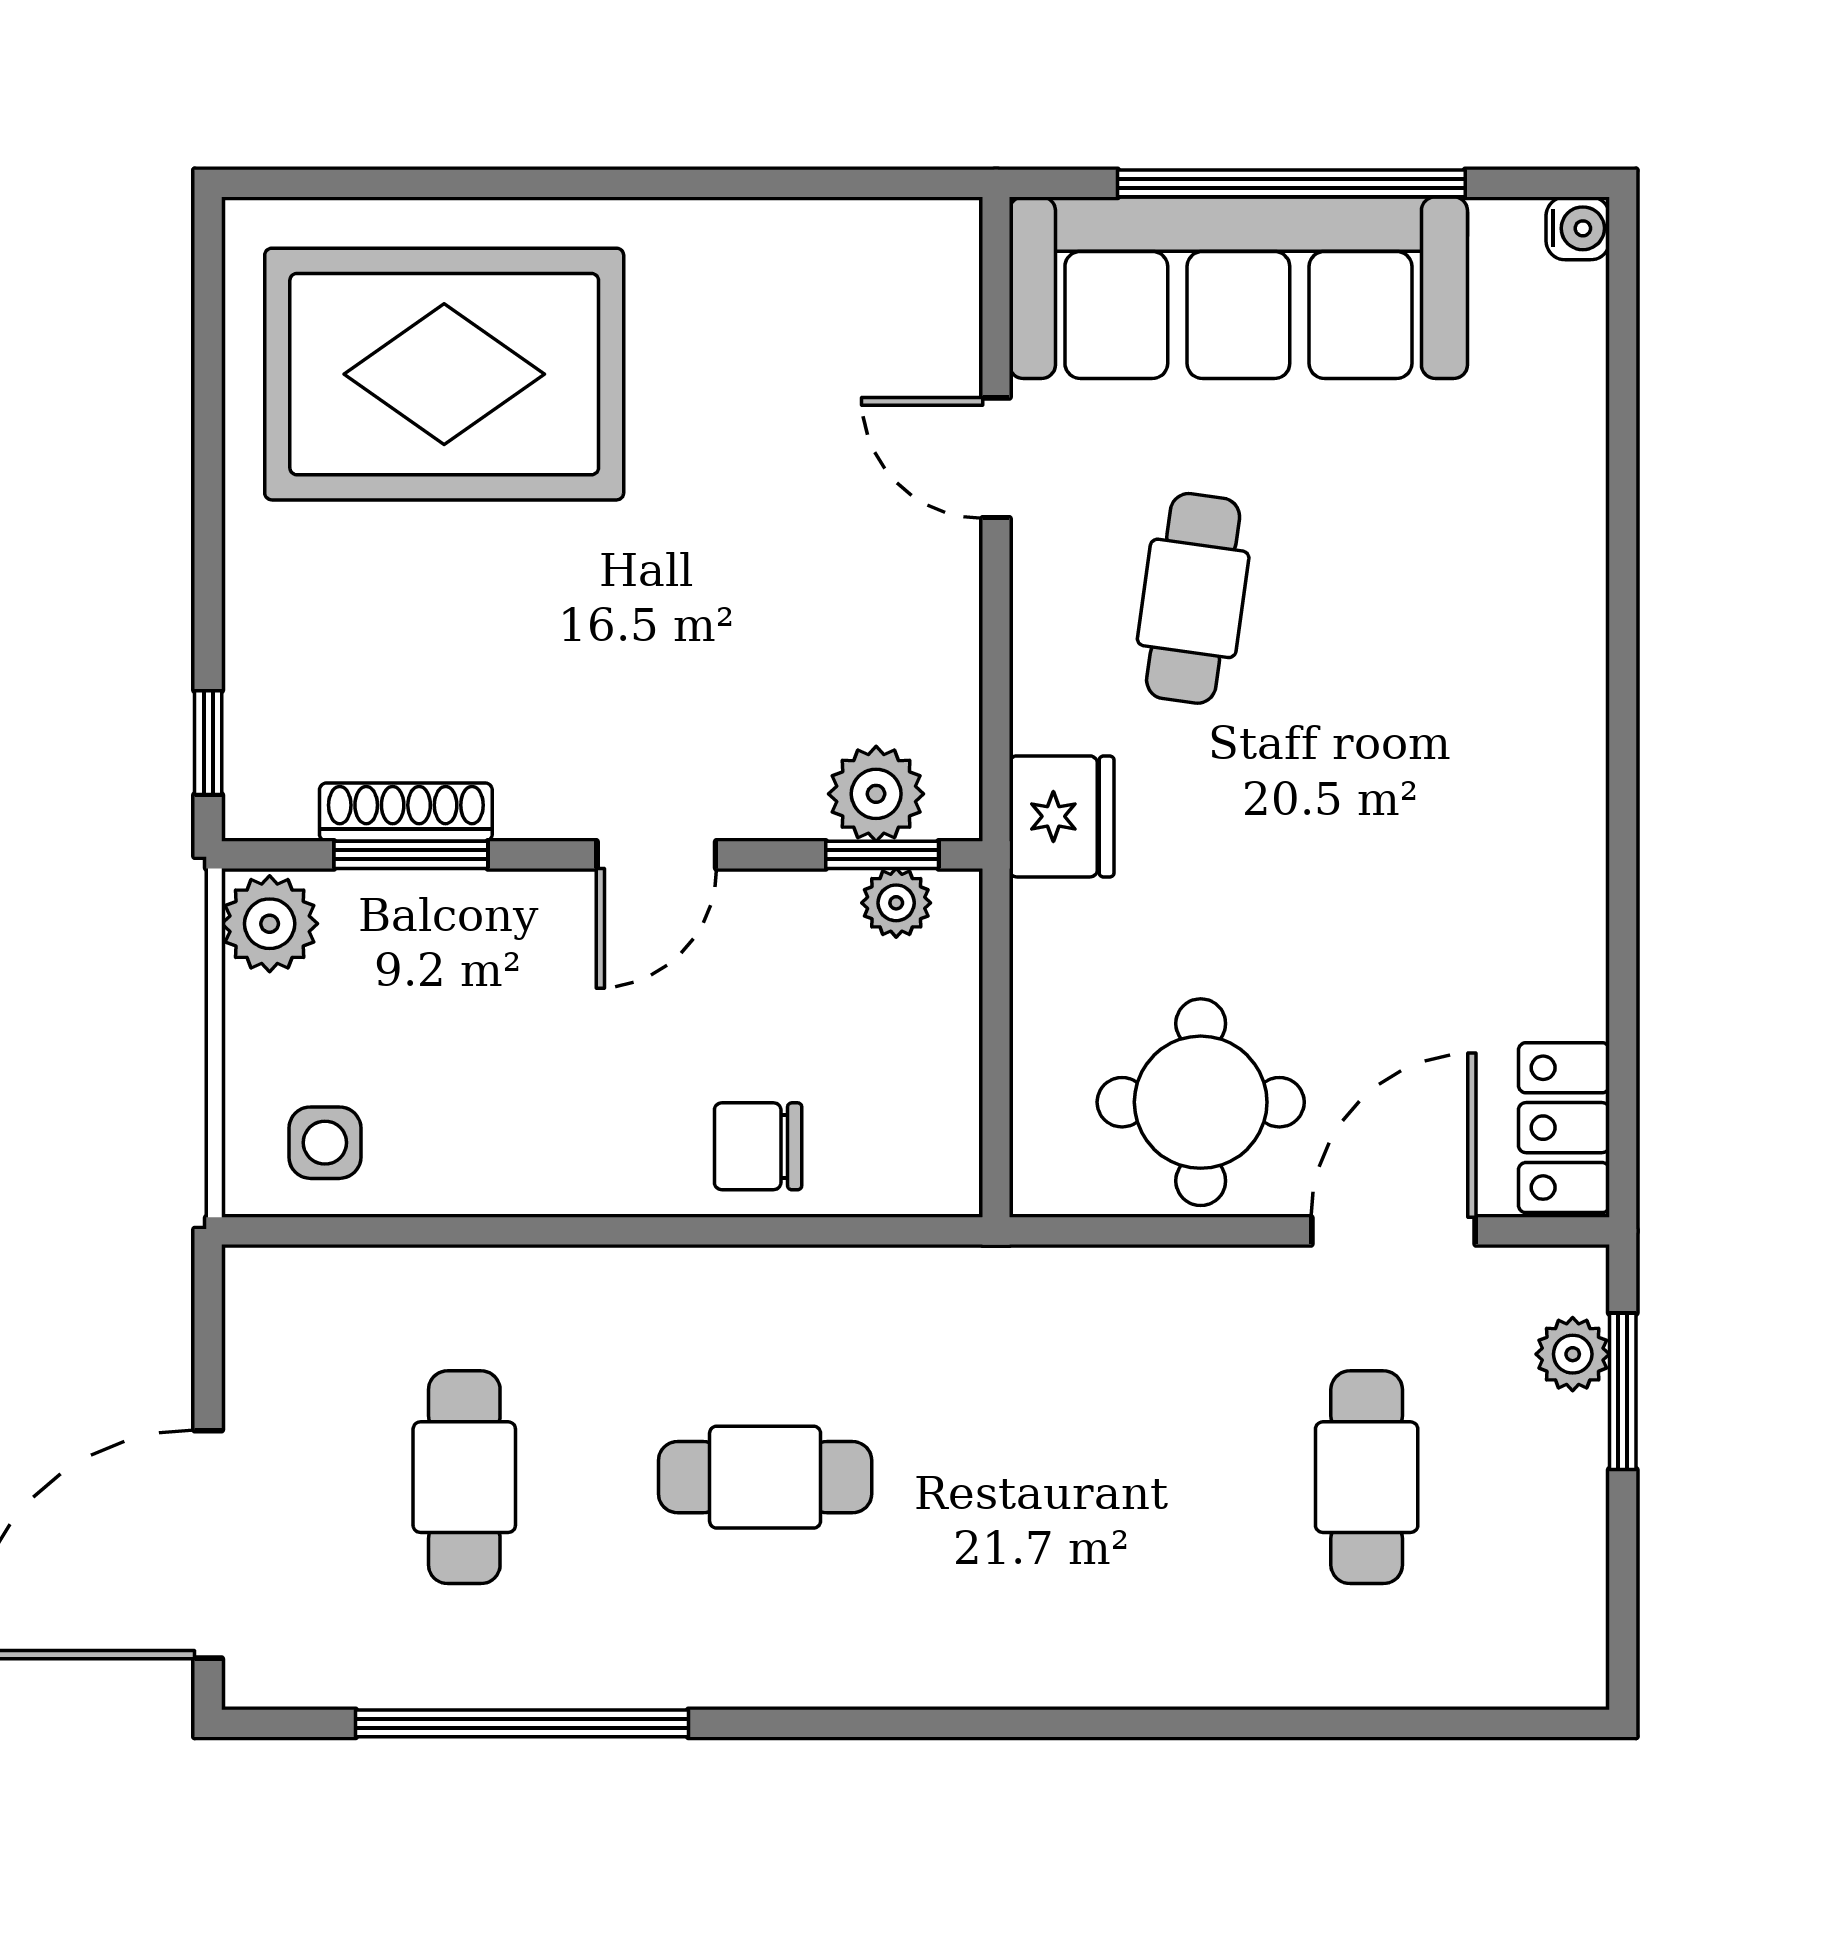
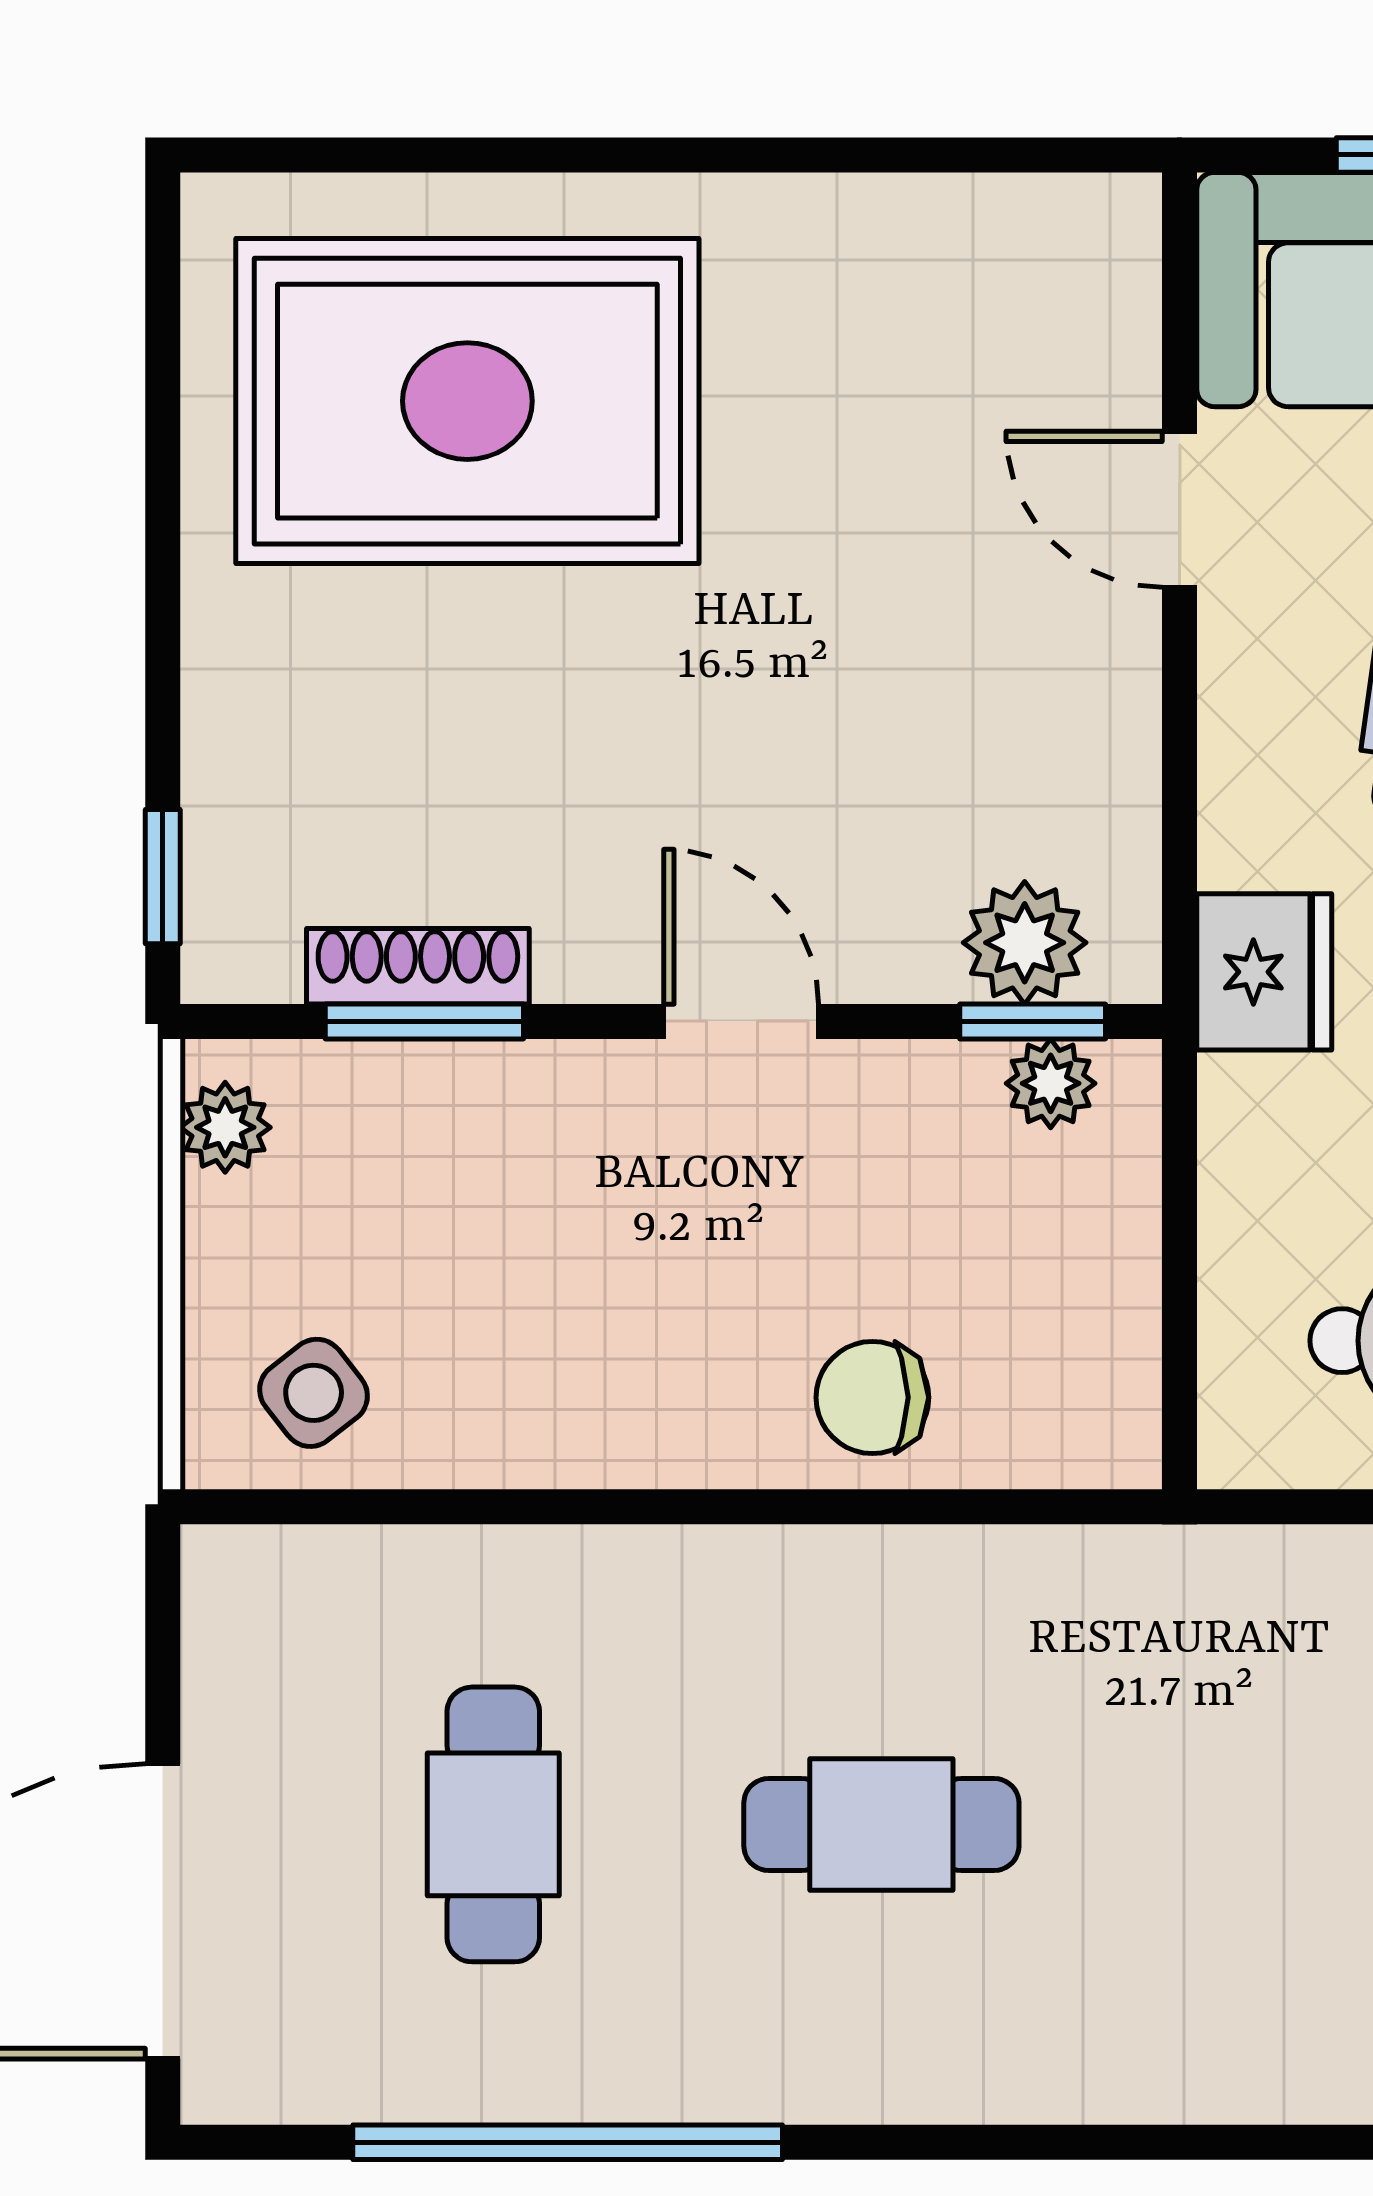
door: (656, 855) -> (741, 1021), swing flipped
plant: (270, 924) -> (225, 1127), width x0.73, depth x0.73
side table: (325, 1143) -> (314, 1393), turned -38

